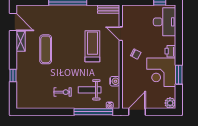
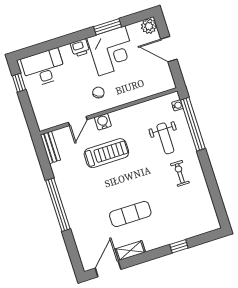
treadmill: (92, 46) -> (106, 153), turned 180
water cooler: (115, 81) -> (103, 122), moved
door: (137, 112) -> (169, 49), moved

